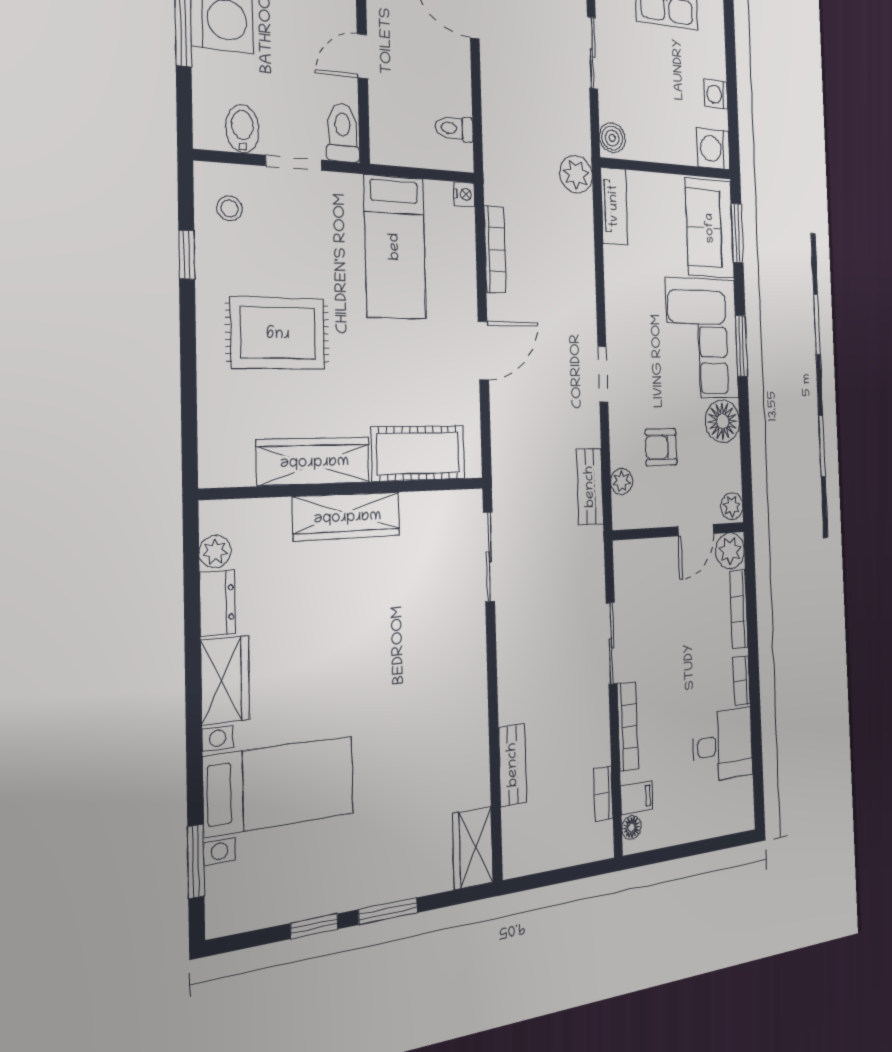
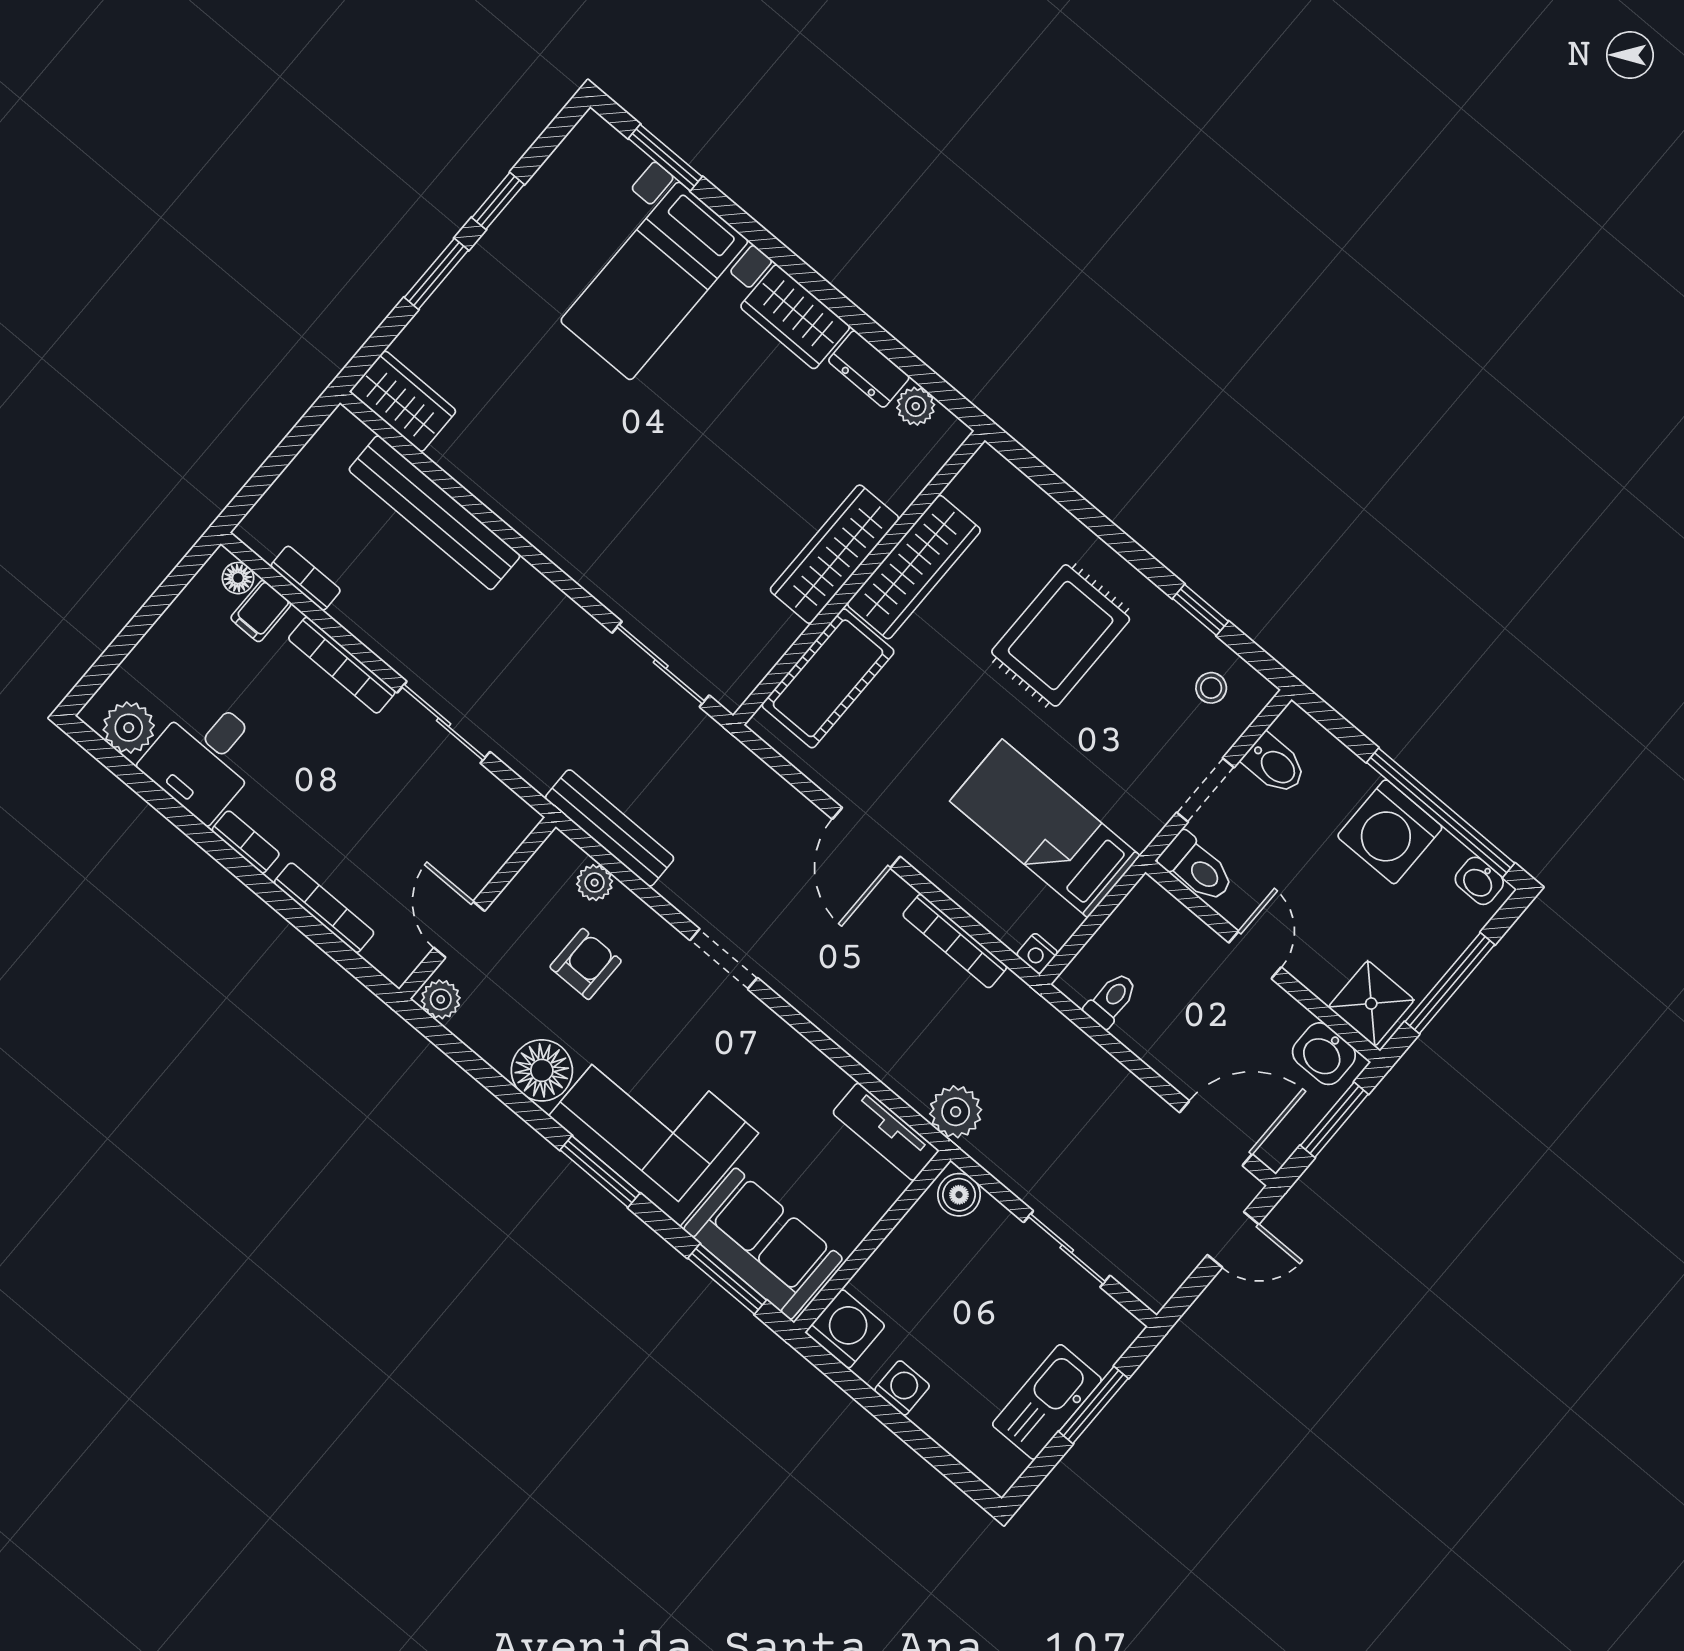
bench: (590, 487) -> (610, 828), width x1.36
plant: (730, 551) -> (129, 728), moved
bench: (513, 765) -> (434, 513), width x1.86, depth x1.21

